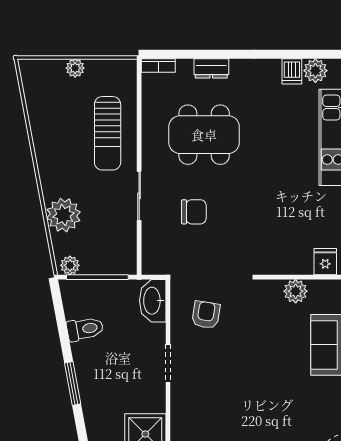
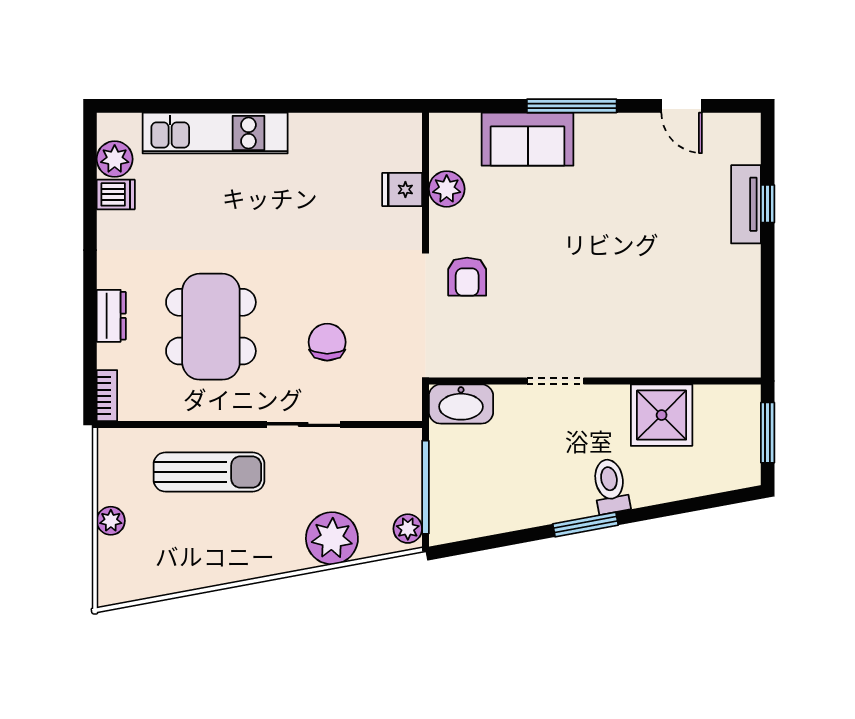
fridge: (325, 262) -> (402, 189), moved
armchair: (206, 315) -> (467, 277), moved, turned -99
toilet: (85, 329) -> (610, 486), moved

